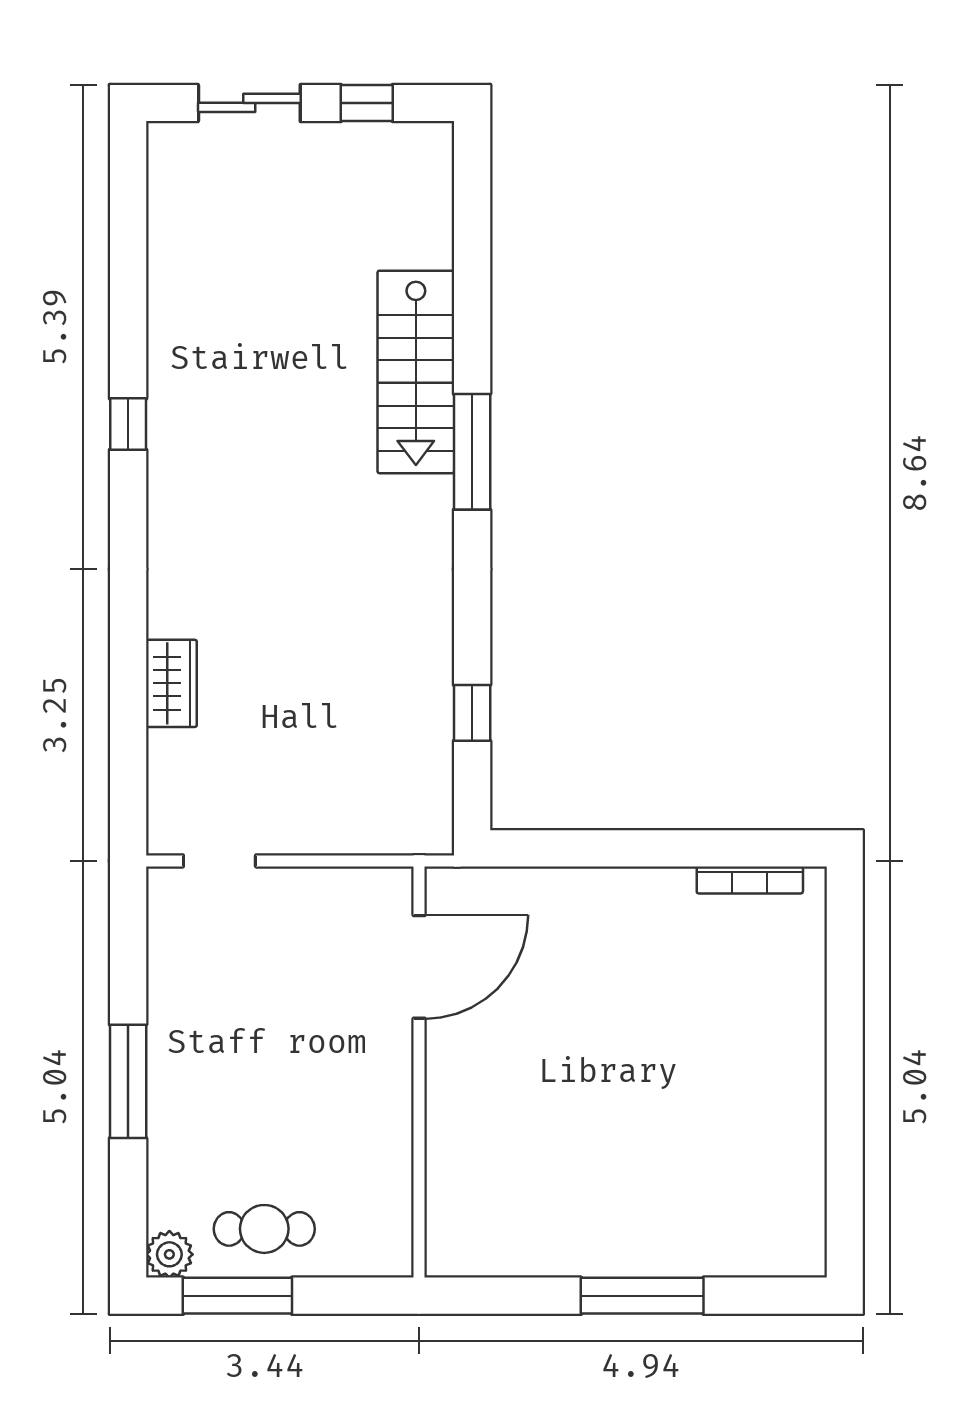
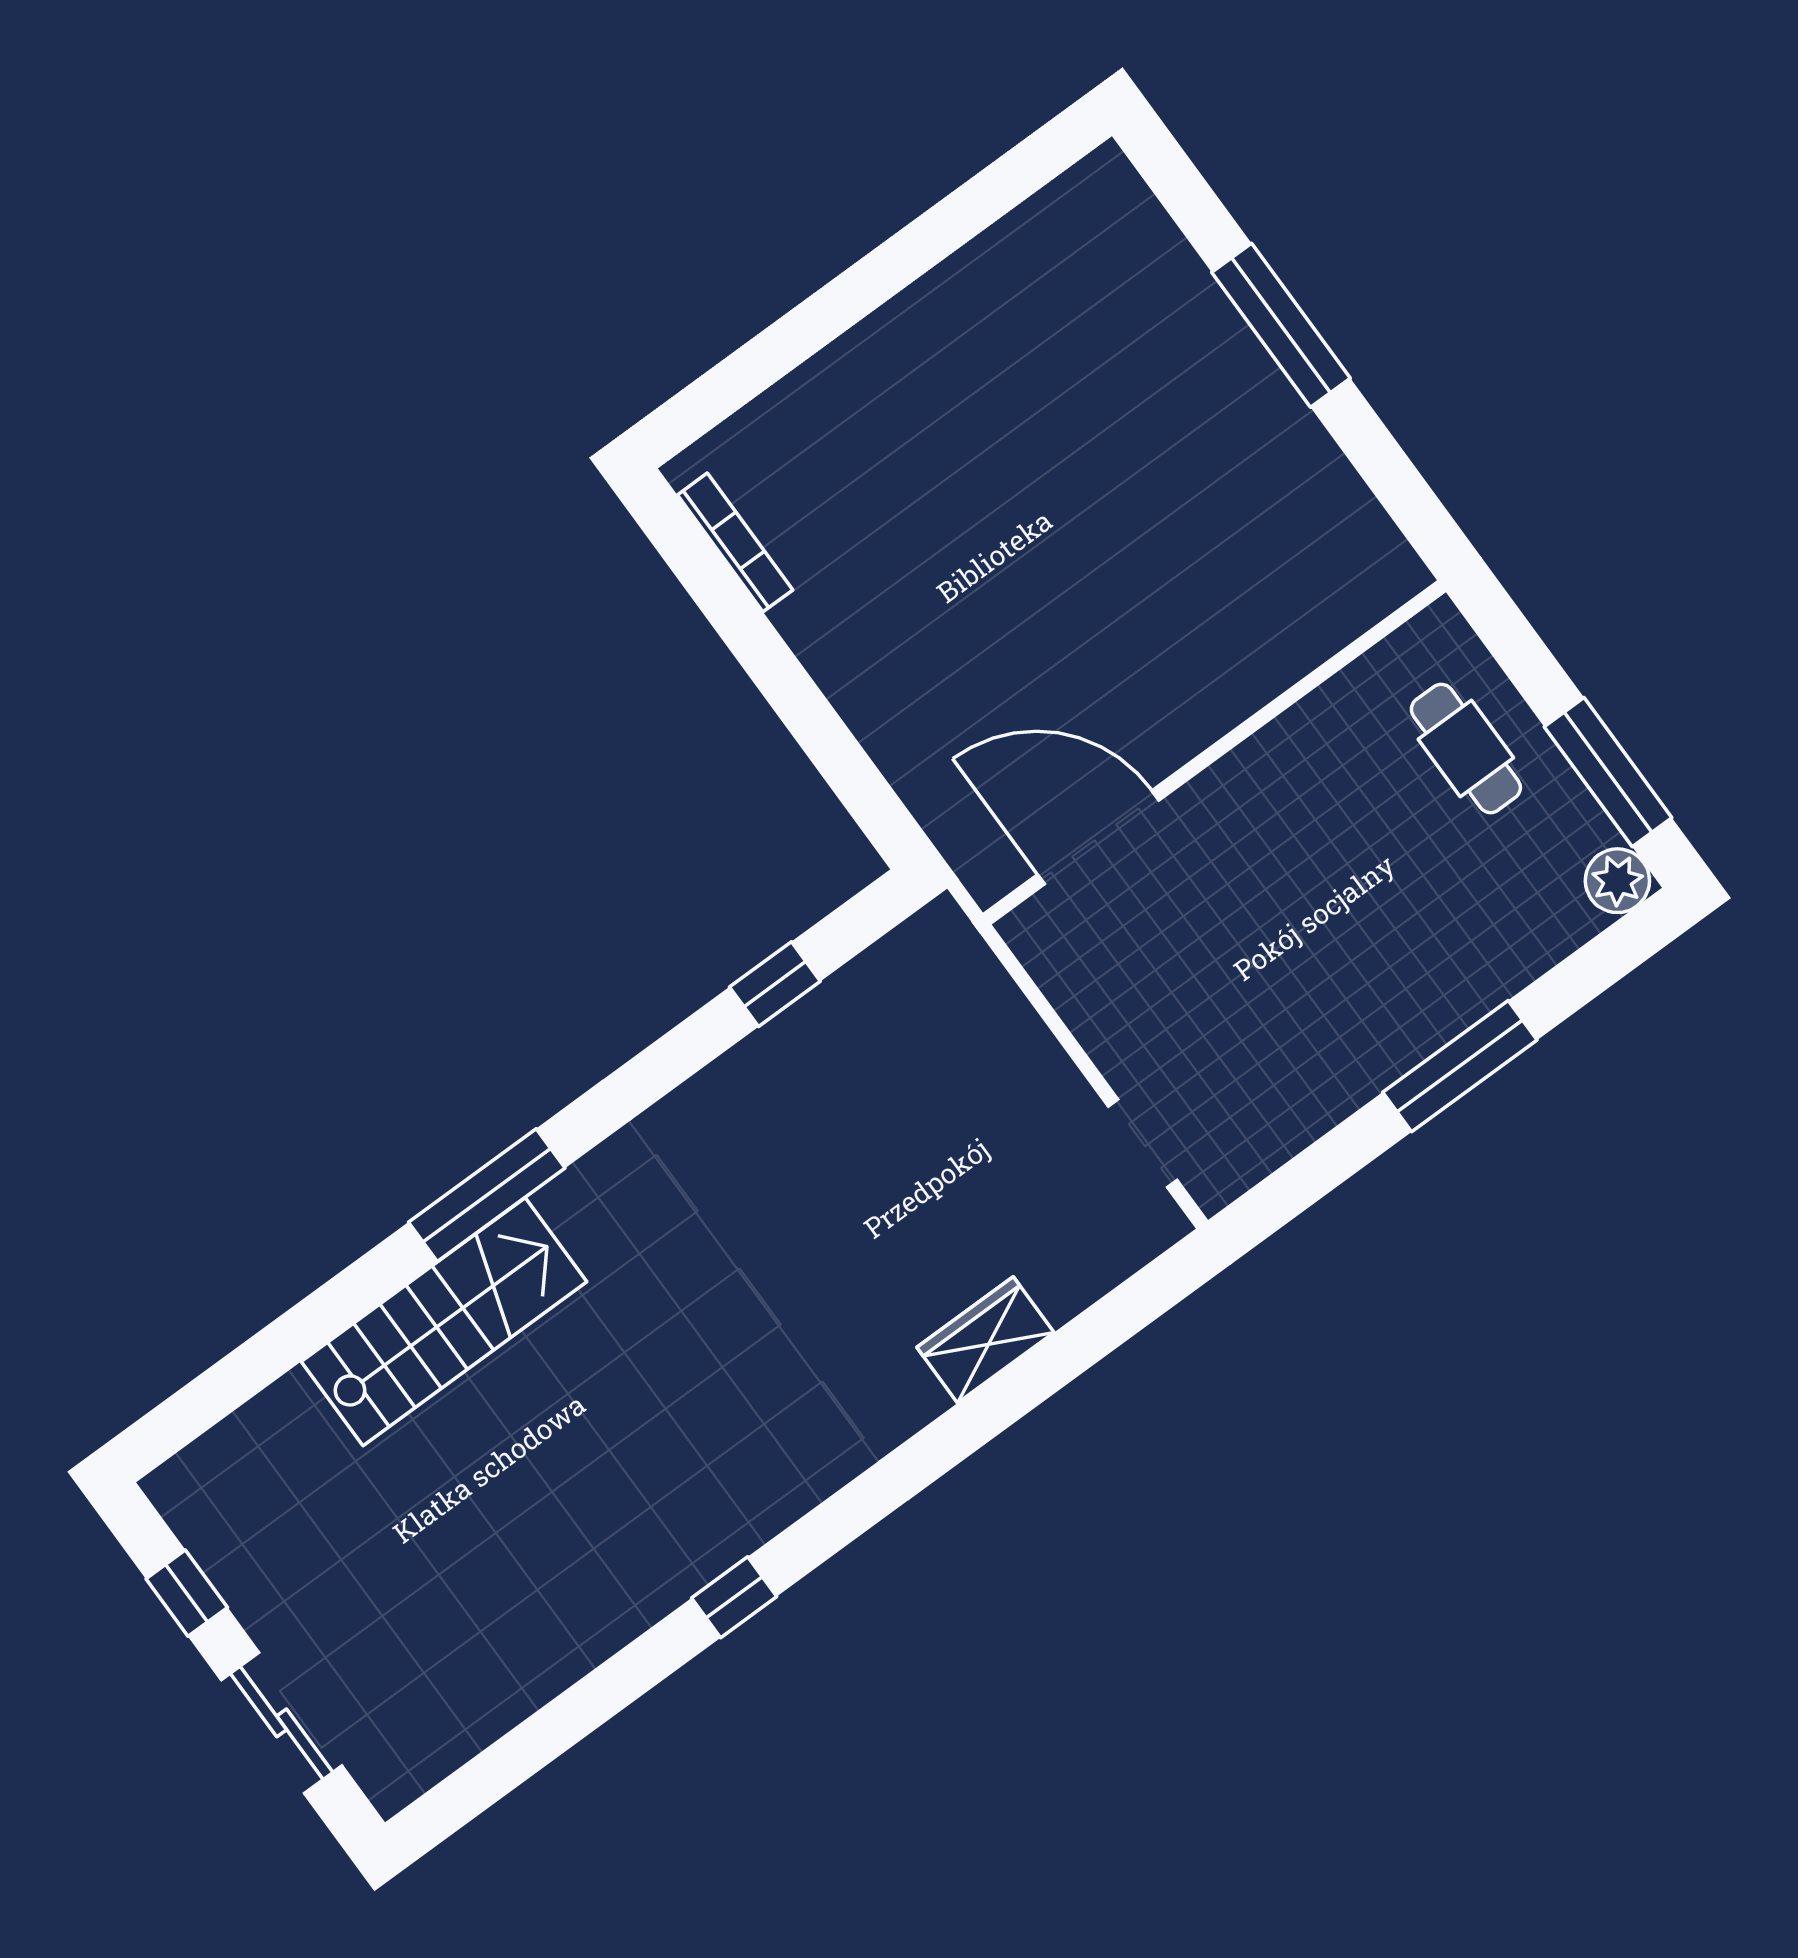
cafe table: (264, 1229) -> (1466, 748), moved

